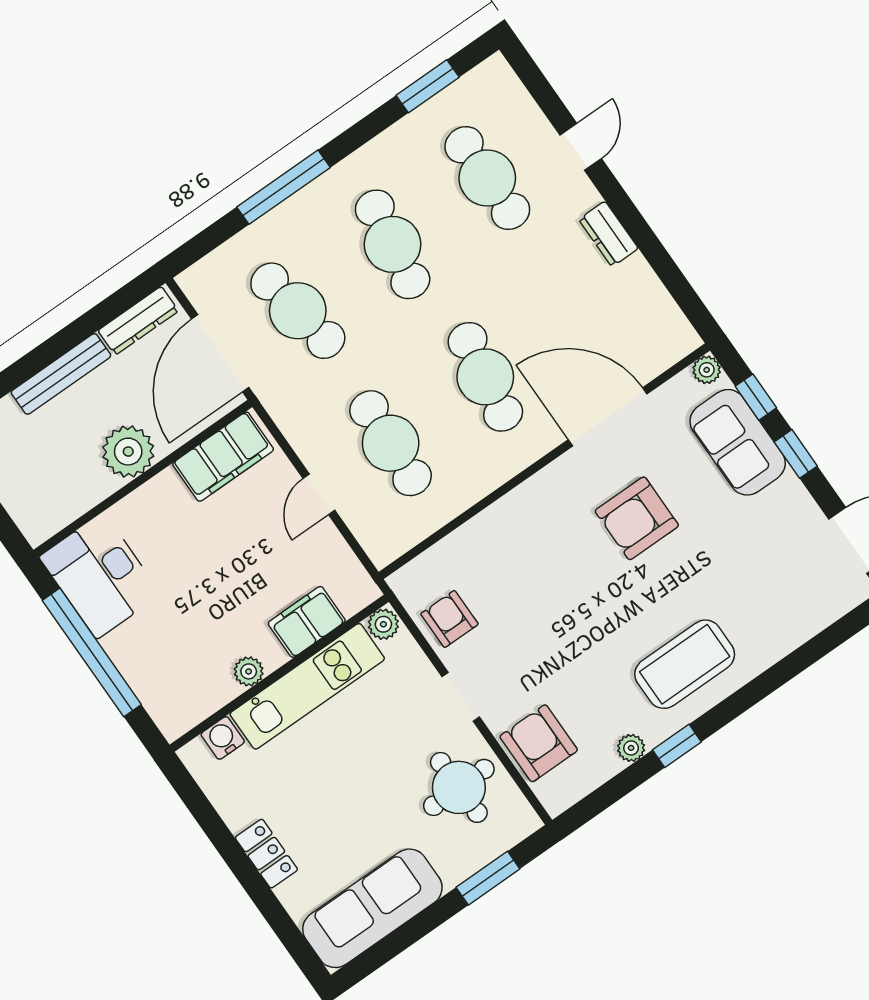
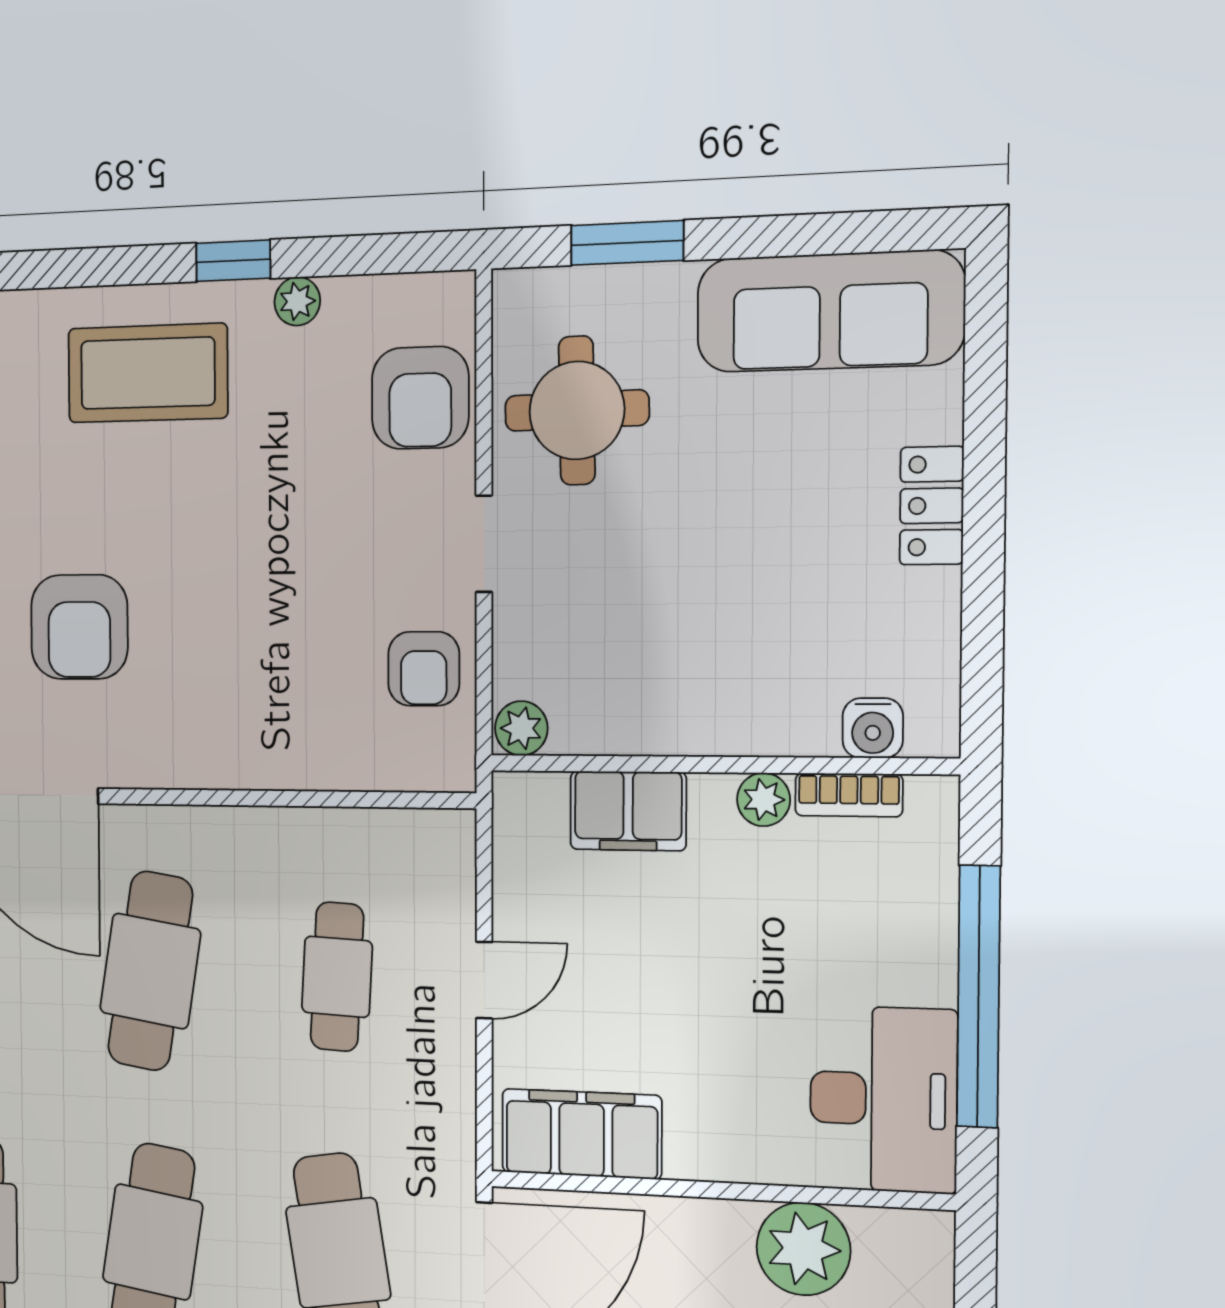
cafe table: (391, 443) -> (337, 977), width x0.73, depth x0.74
plant: (128, 452) -> (803, 1249), moved
armchair: (637, 518) -> (79, 627), turned 90
kitchen unit: (307, 686) -> (693, 716), removed
bookcase: (212, 701) -> (849, 795), added

